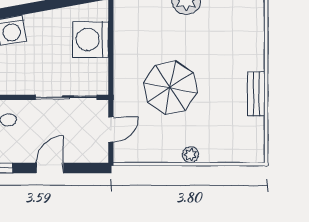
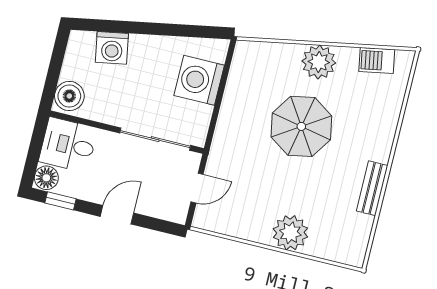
parasol: (170, 88) -> (301, 126), moved
plant: (190, 155) -> (290, 233), width x1.88, depth x1.88

